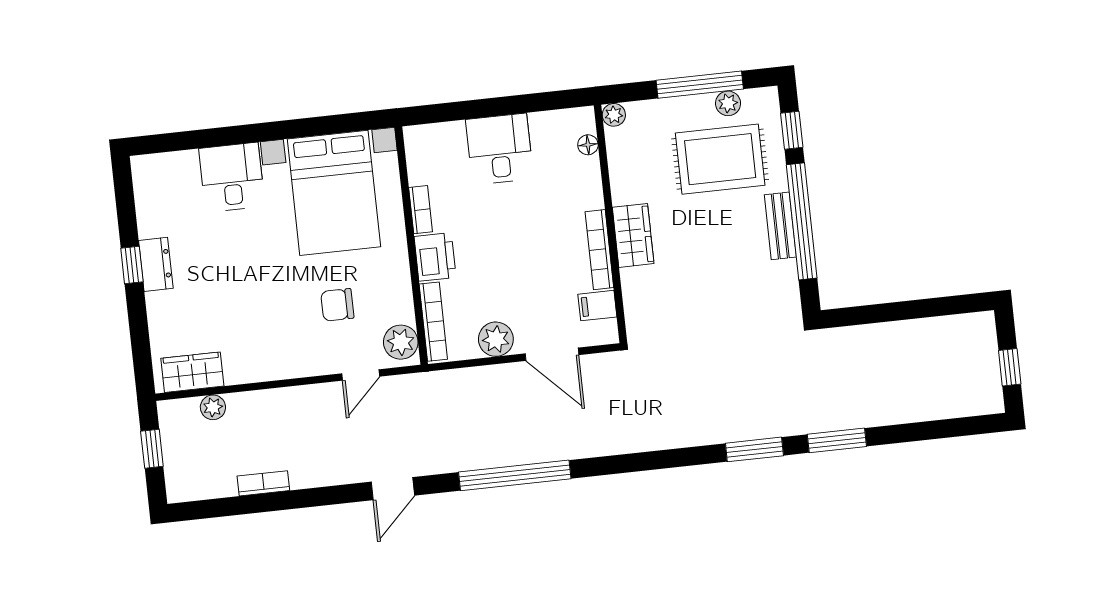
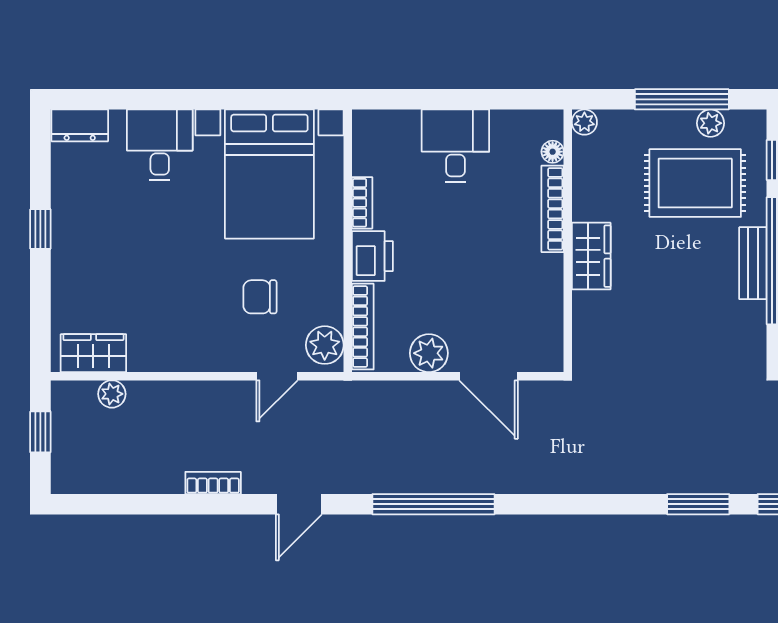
bookcase: (599, 250) -> (553, 209), moved
dresser: (156, 264) -> (80, 125), moved, turned 90
filing cabinet: (597, 306) -> (544, 328), removed
bookcase: (263, 483) -> (213, 483), moved

